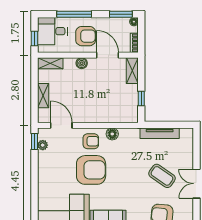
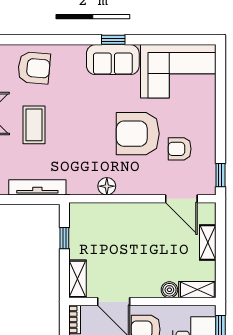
boiler: (82, 63) -> (169, 290), moved
armchair: (91, 141) -> (180, 149), moved
plant: (43, 145) -> (208, 170), removed
coffee table: (162, 176) -> (34, 125), turned 55

